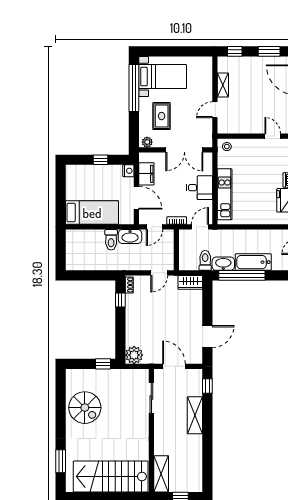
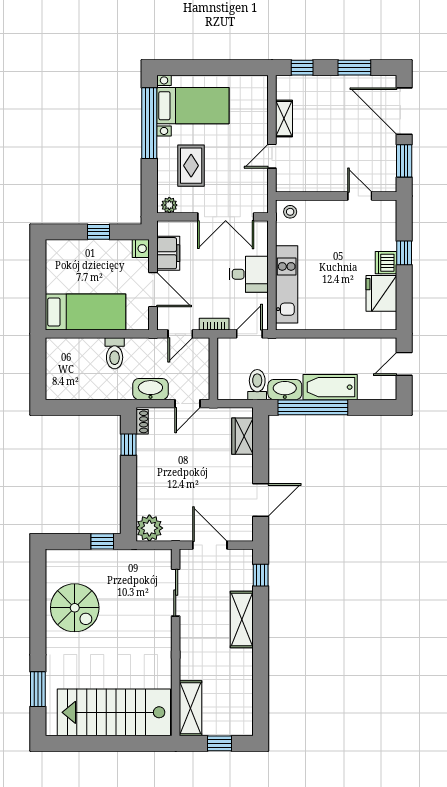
washbasin: (130, 237) -> (150, 389), moved, turned 180
wardrobe: (190, 282) -> (242, 436), moved, turned 90

